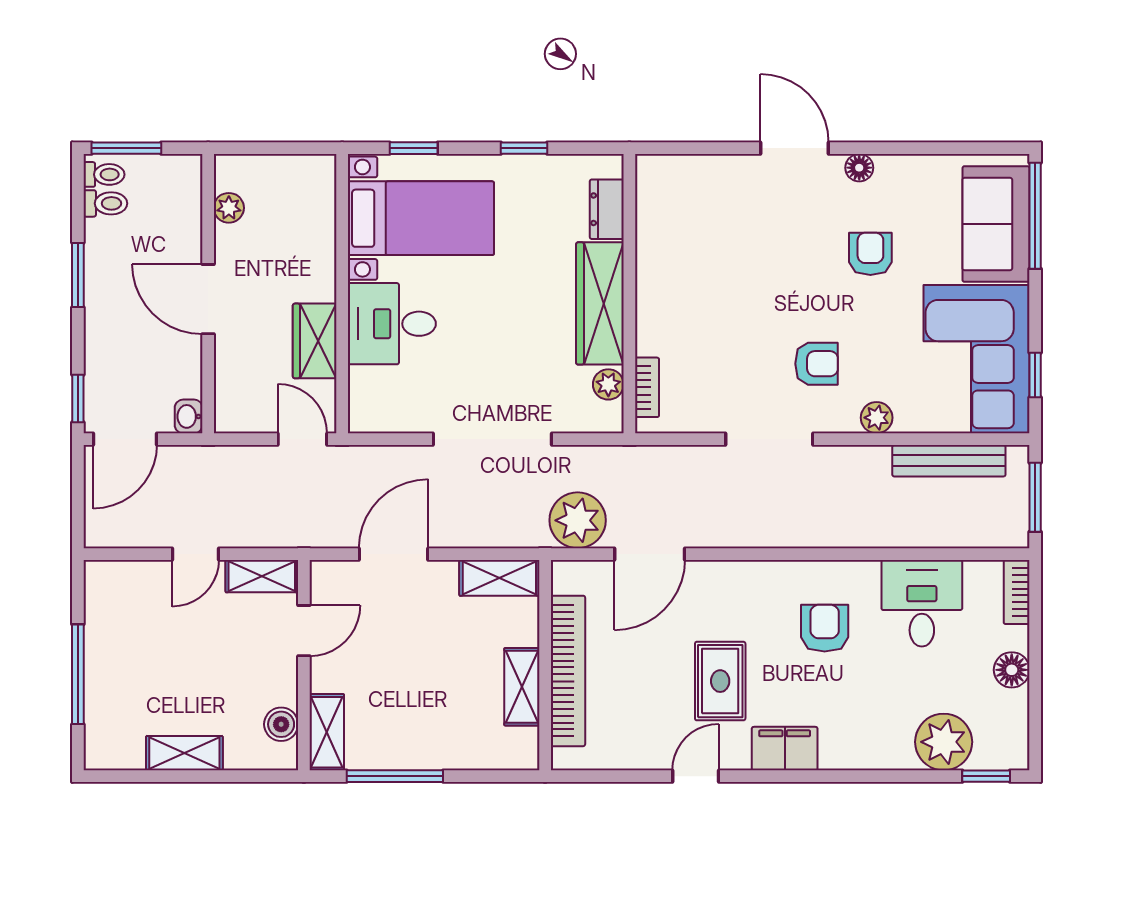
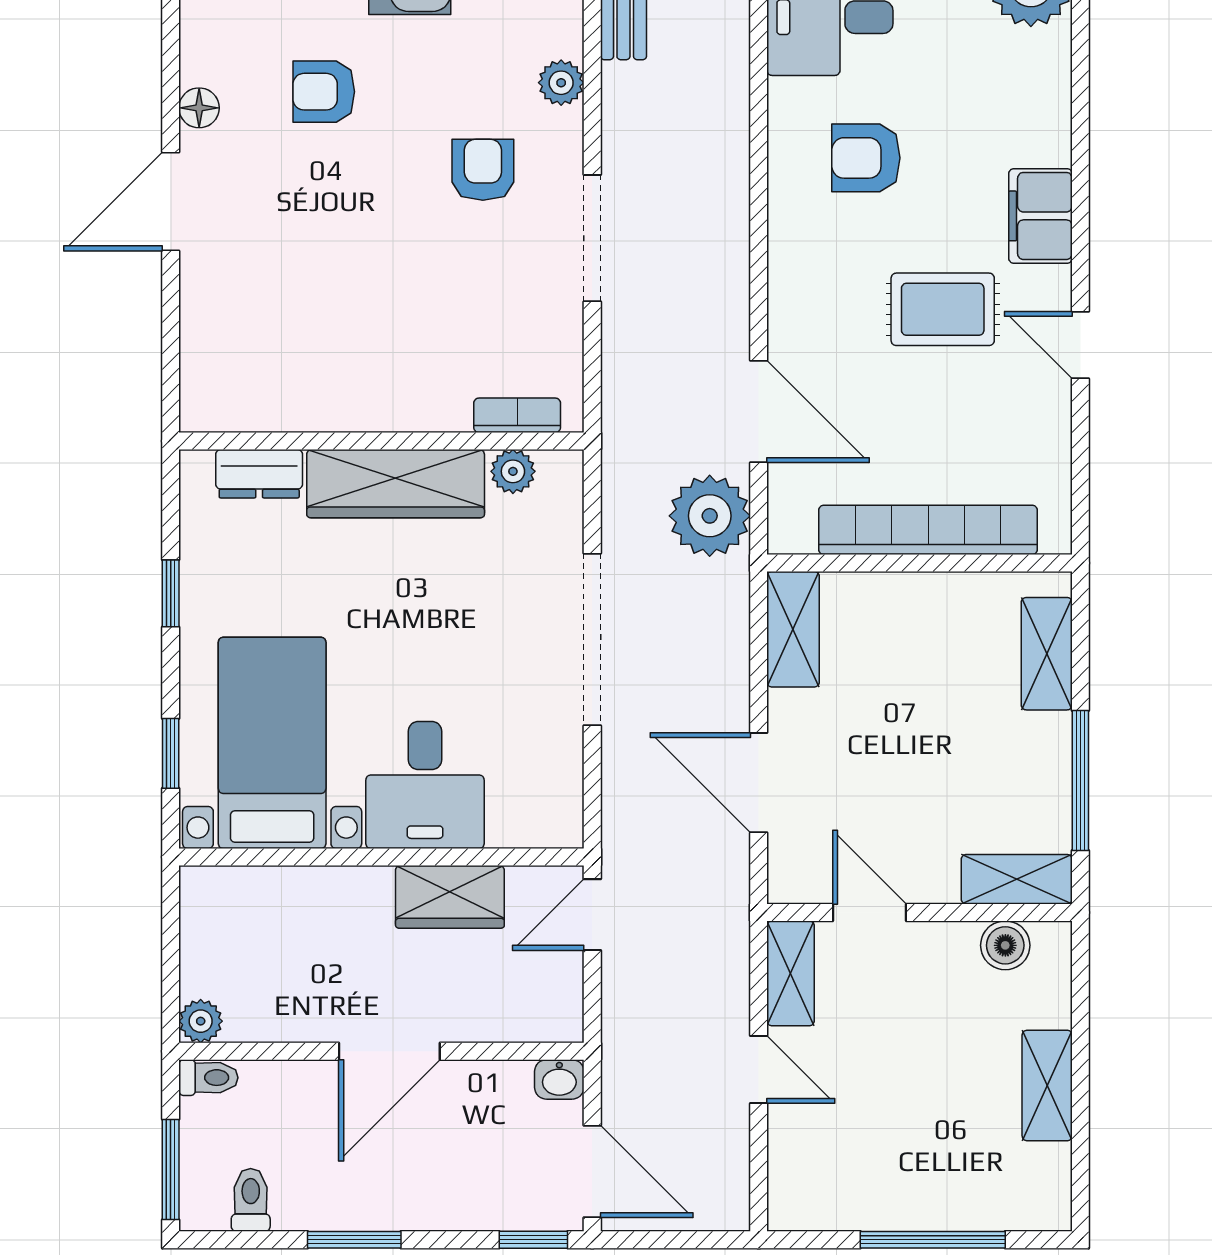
toilet: (104, 174) -> (208, 1078), moved, turned 90
plant: (229, 208) -> (201, 1021), moved
shelving: (522, 687) -> (1047, 654), moved, turned 90

